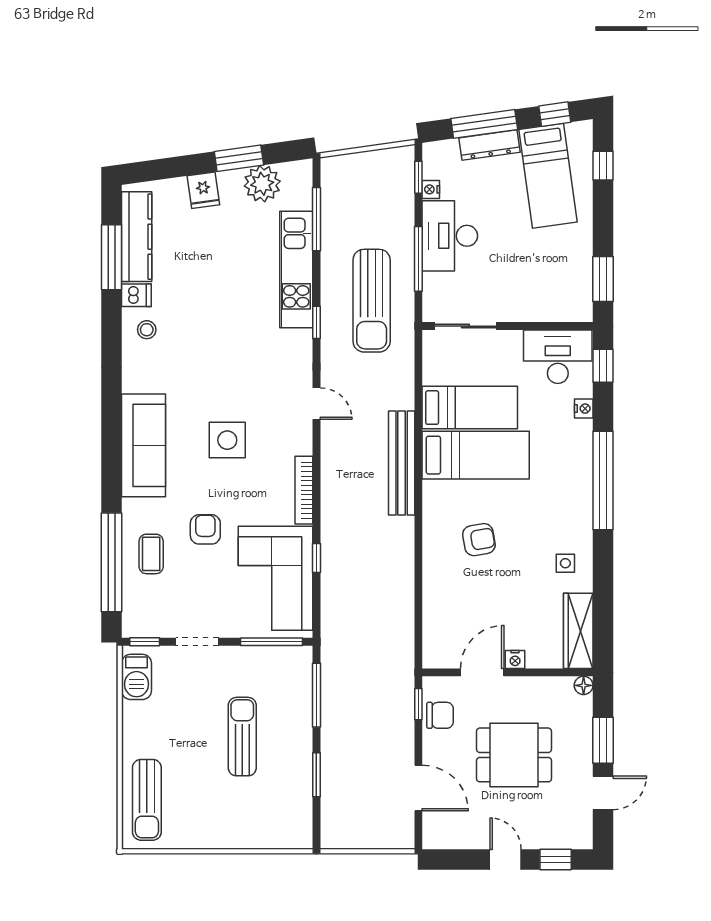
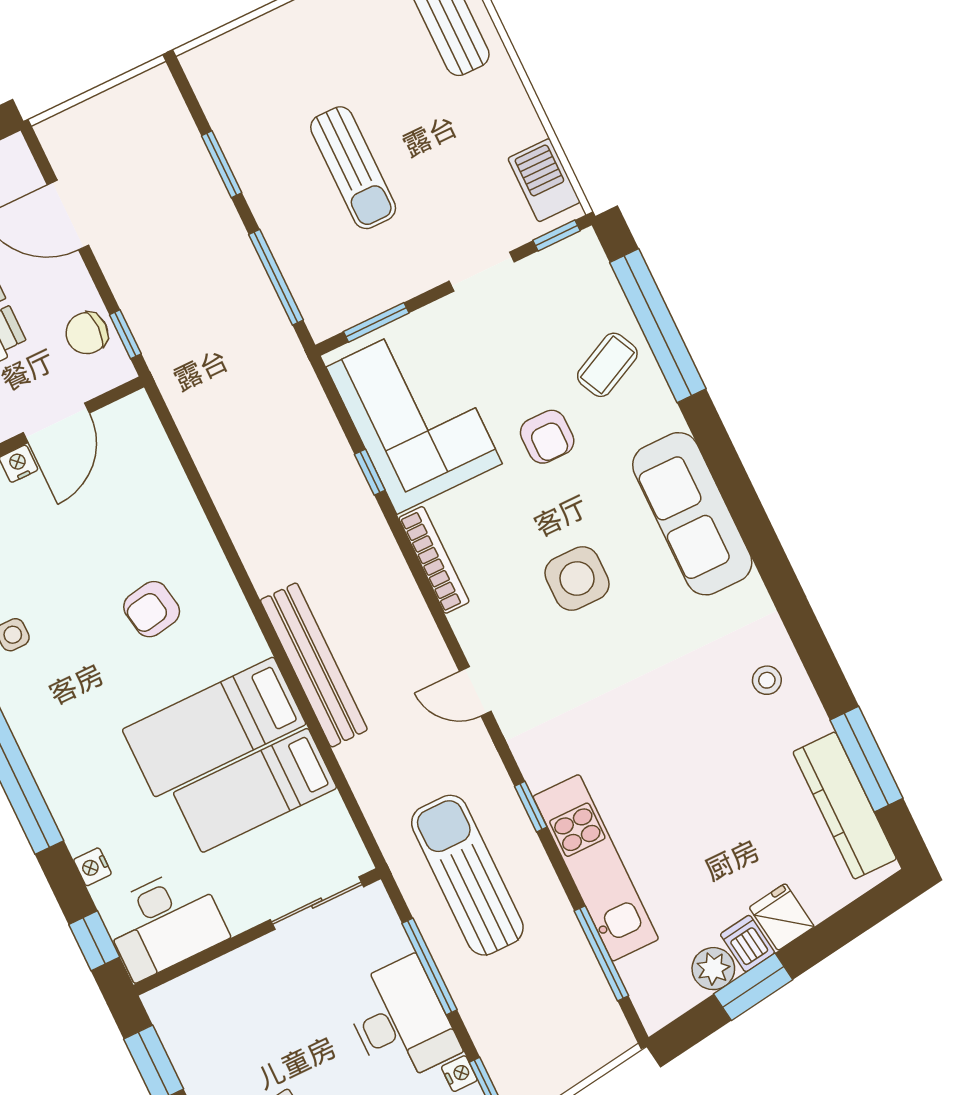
plant: (262, 184) -> (713, 969), width x0.73, depth x0.73
dishwasher: (136, 295) -> (747, 943), moved, turned 82
coffee table: (151, 554) -> (607, 365), turned 64
window: (272, 642) -> (376, 322), width x0.69

